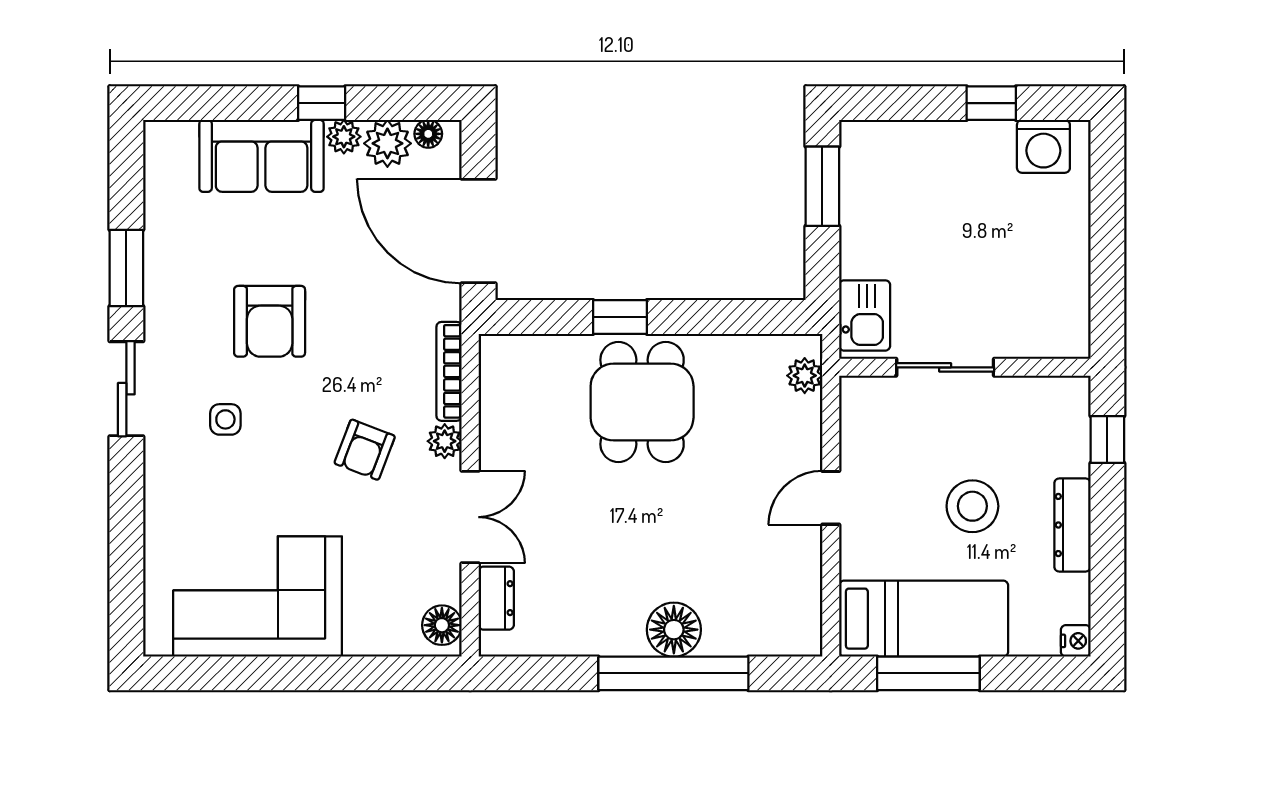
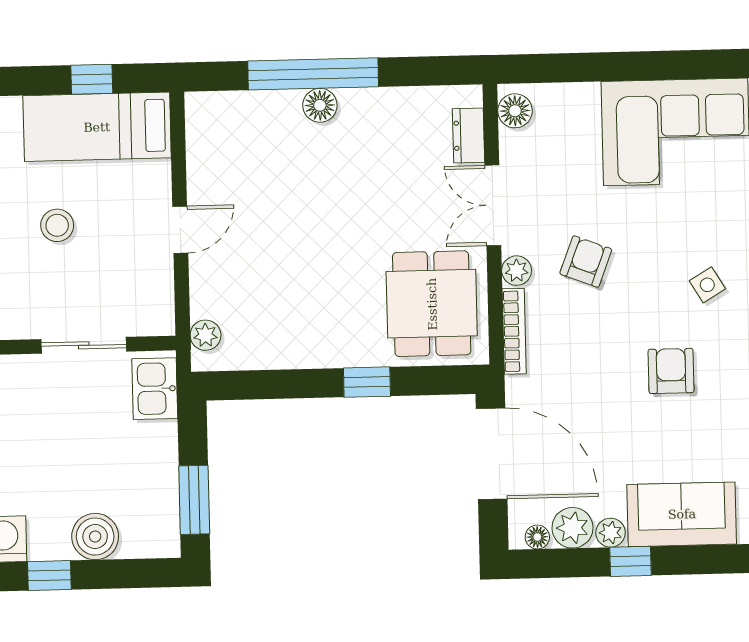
boiler: (937, 147) -> (95, 537), added
armchair: (270, 321) -> (671, 371), width x0.72, depth x0.72
dining table: (642, 402) -> (432, 304), moved
side table: (225, 419) -> (707, 285), turned -31
stool: (972, 506) -> (57, 225), width x0.73, depth x0.73
floor lamp: (674, 630) -> (320, 105), width x0.73, depth x0.73
window: (928, 673) -> (92, 79), width x0.46

